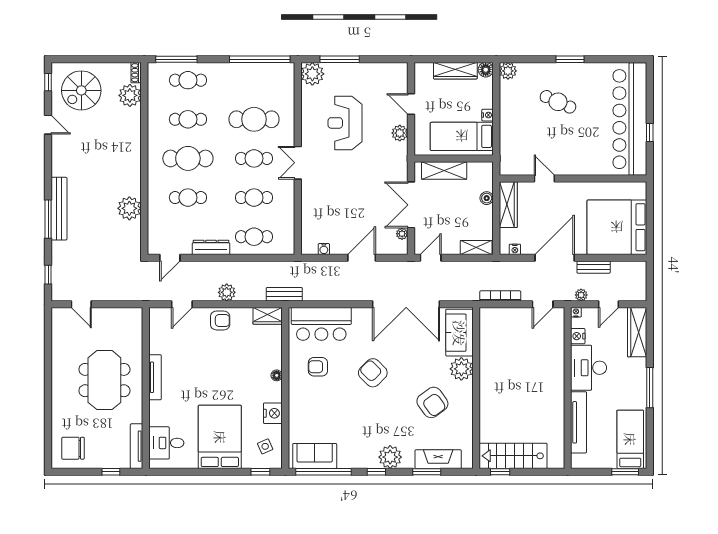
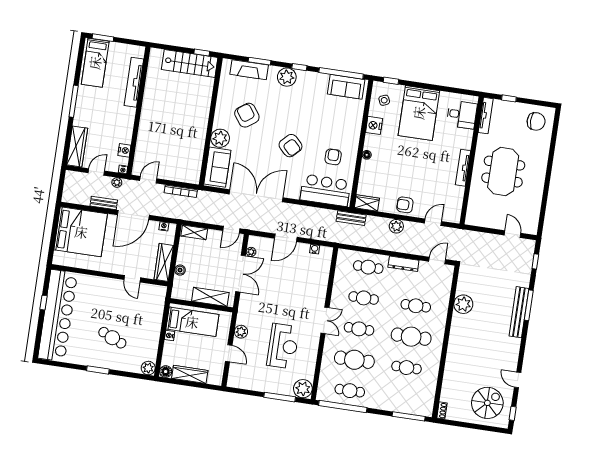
cafe table: (188, 80) -> (350, 391), moved
plant: (130, 95) -> (450, 393), removed
armchair: (318, 367) -> (333, 157), turned -90
desk: (589, 368) -> (120, 124), removed

